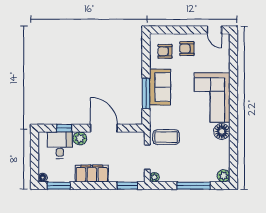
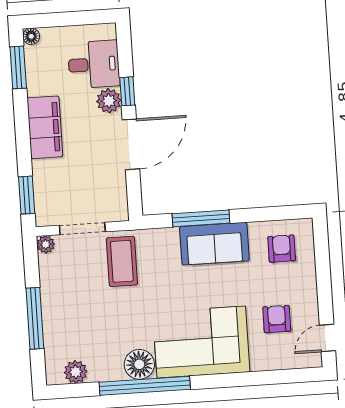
armchair: (187, 49) -> (277, 319), moved
window: (64, 128) -> (127, 91), moved
window: (233, 129) -> (145, 386), added
plant: (224, 176) -> (76, 372), moved

